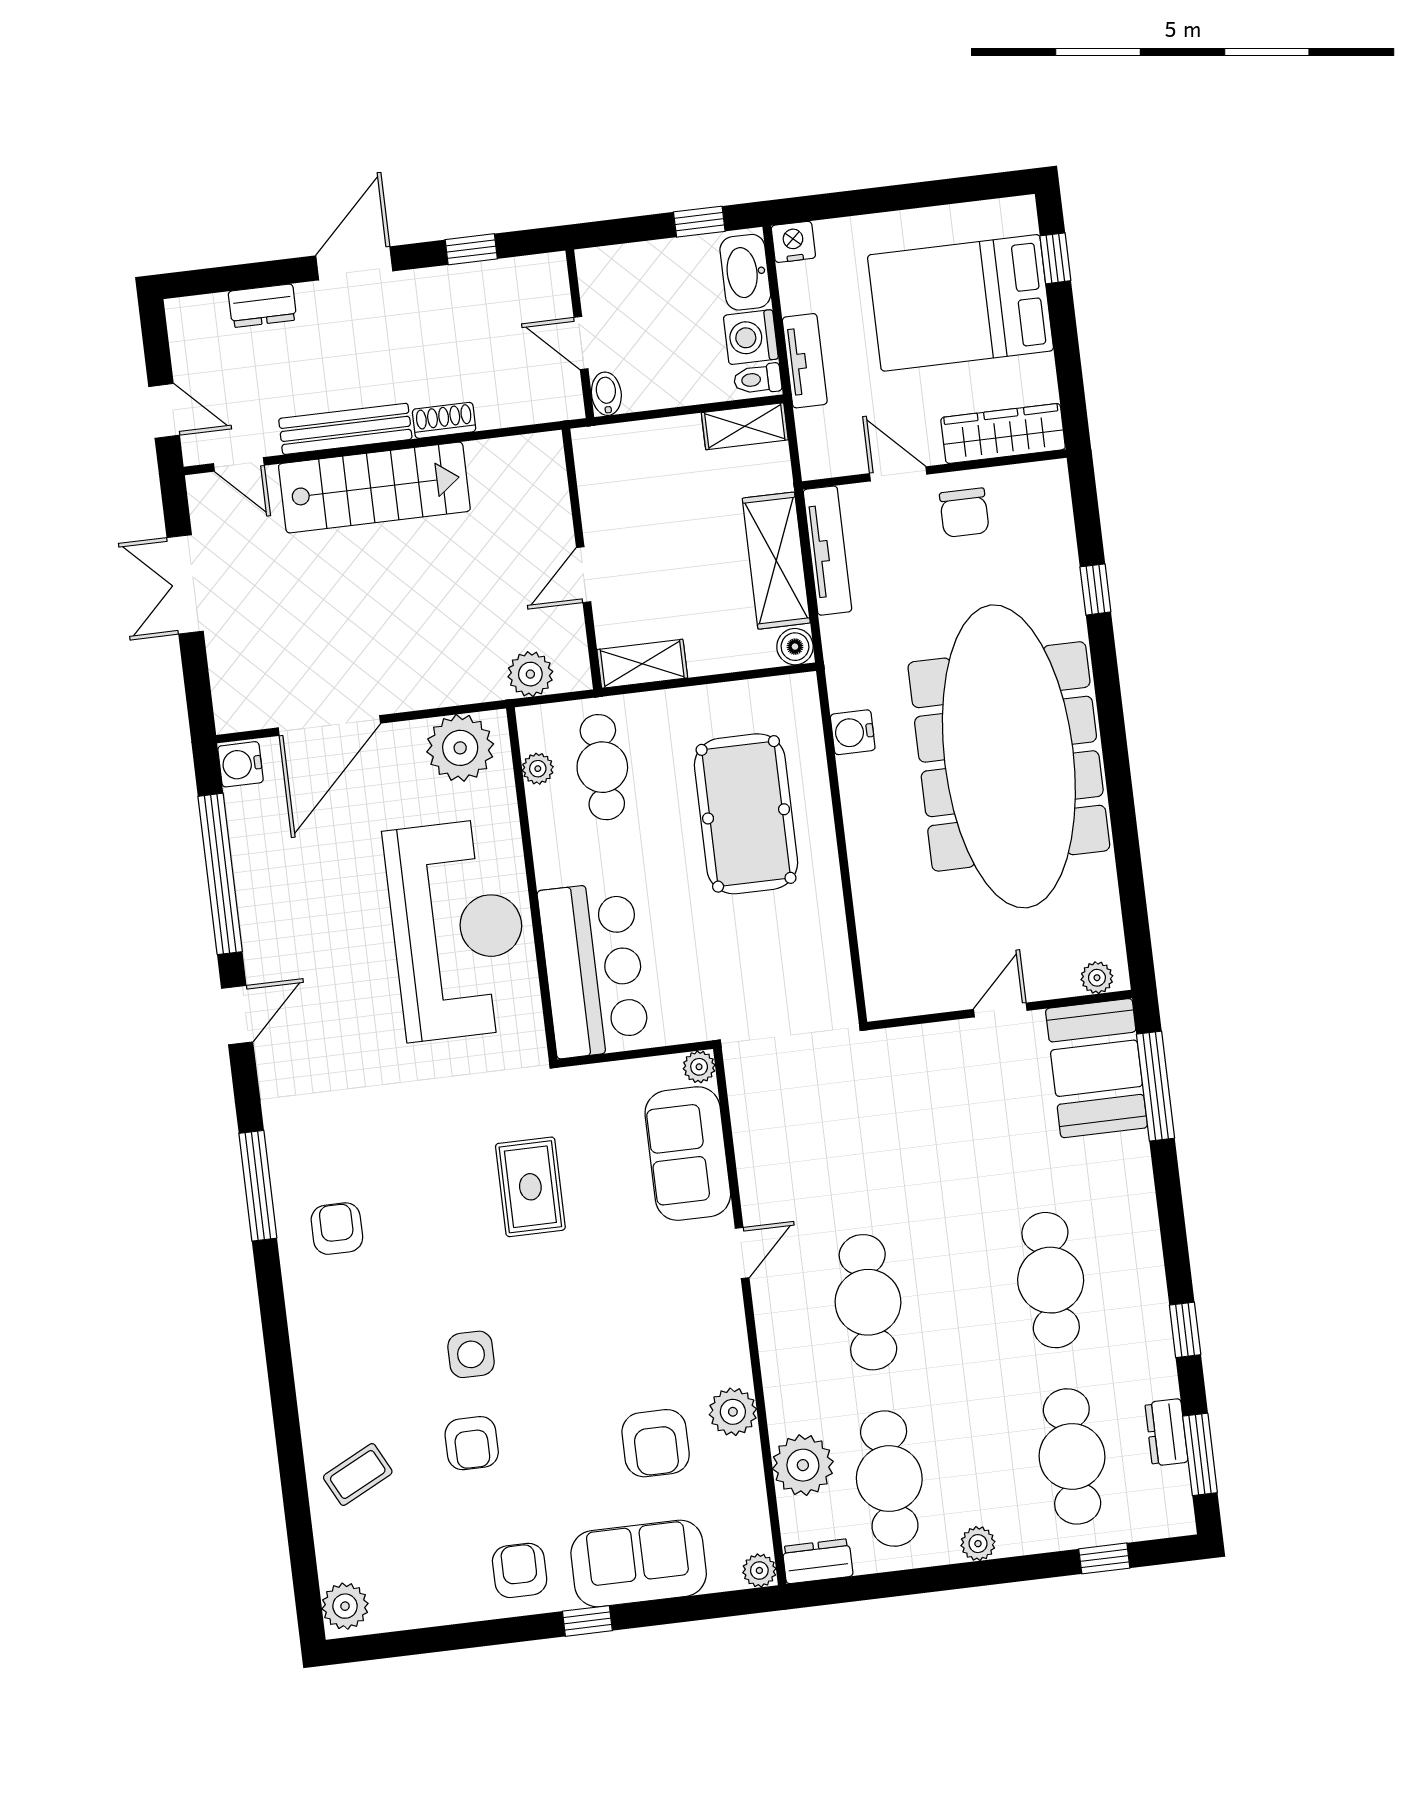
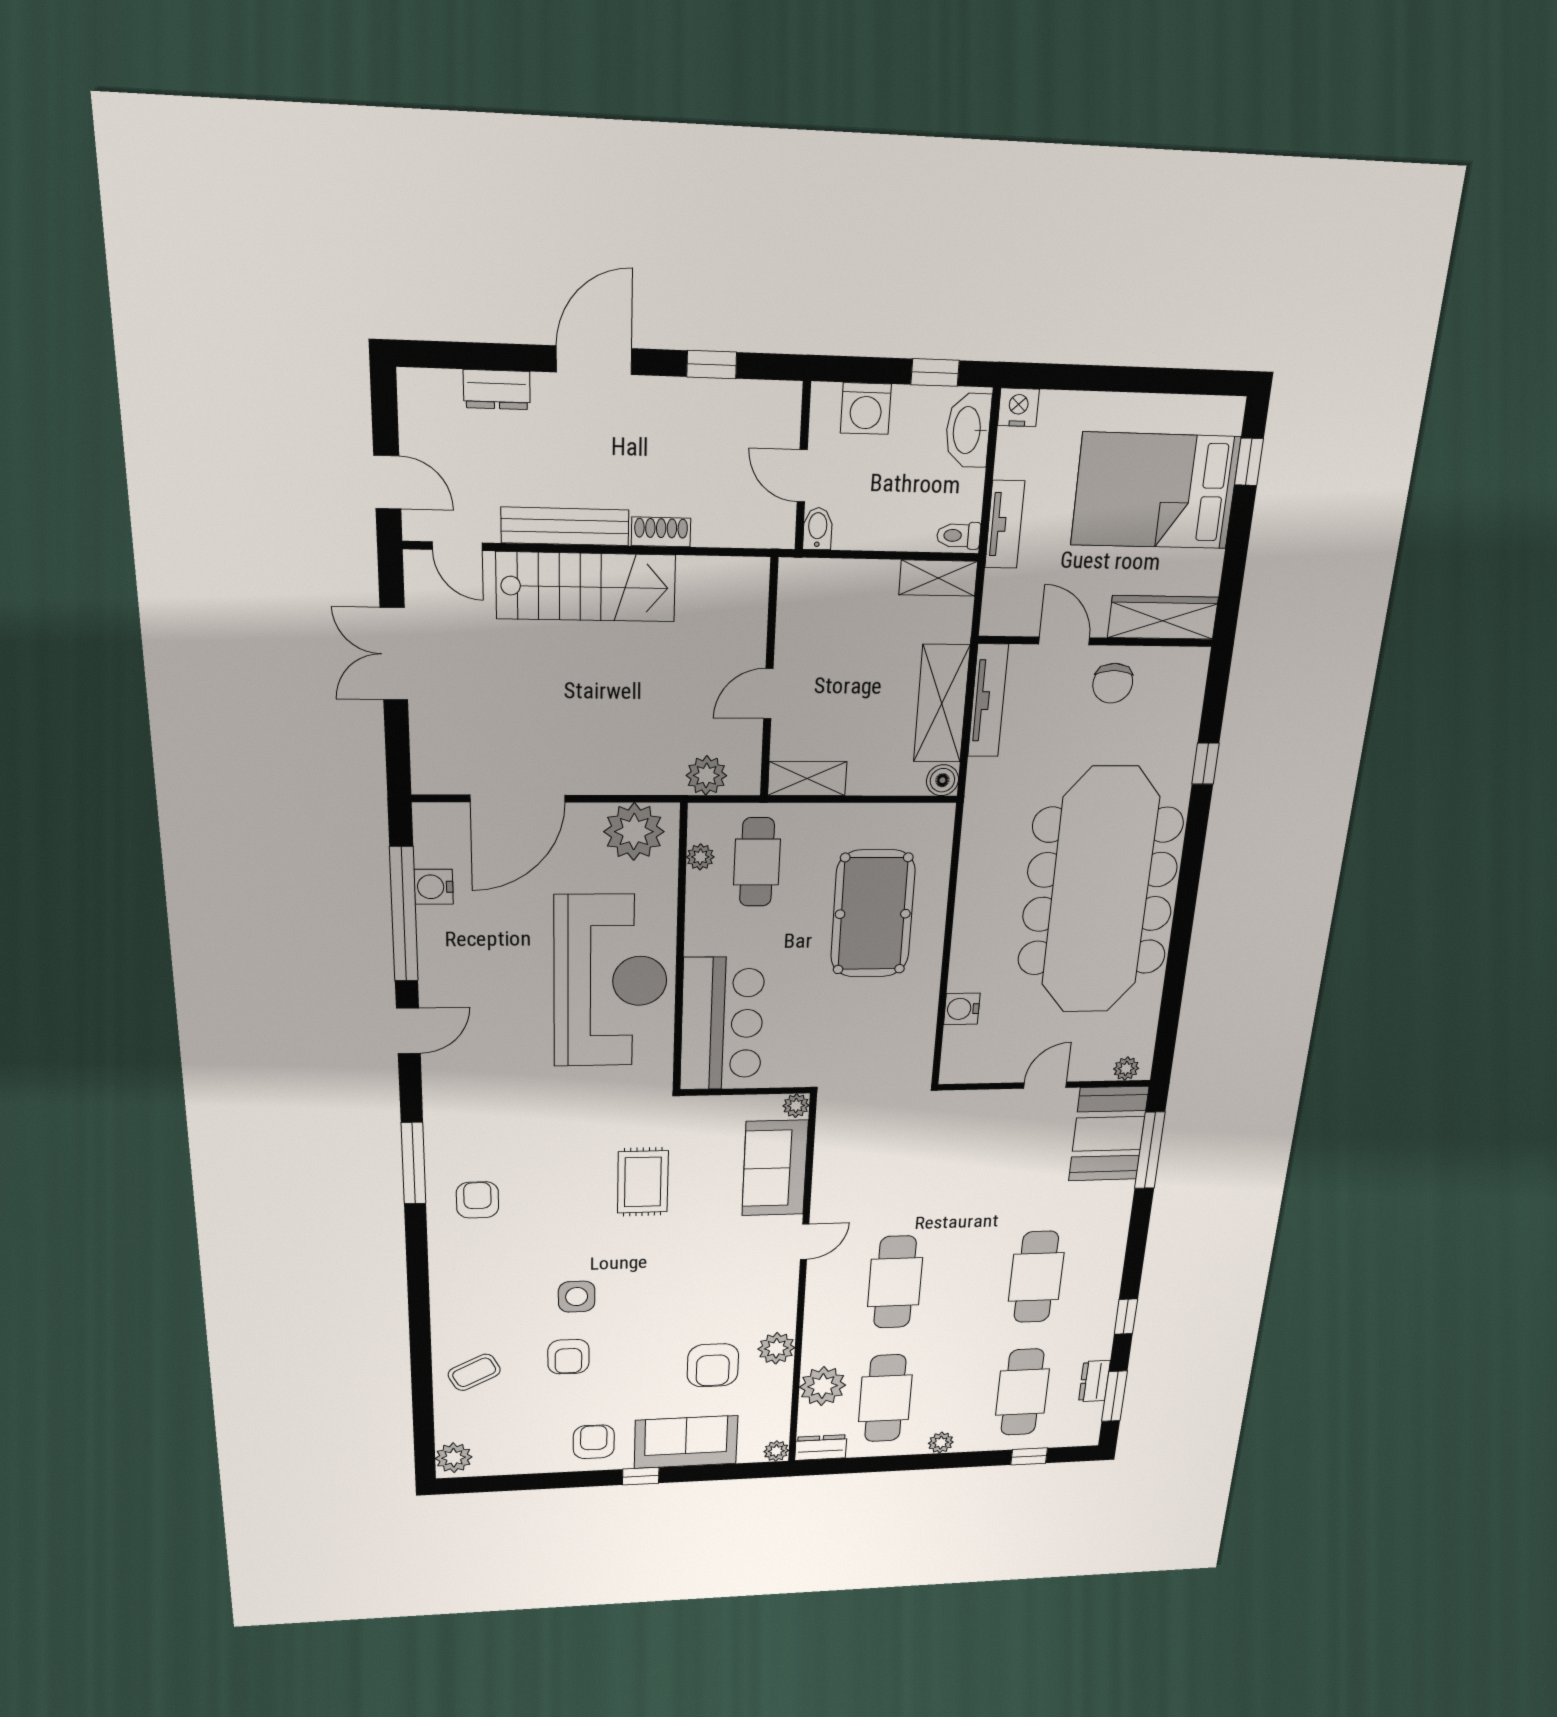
washing machine: (751, 337) -> (866, 409), moved, turned -90
water cooler: (853, 732) -> (962, 1009), moved
water cooler: (240, 764) -> (434, 887), moved

